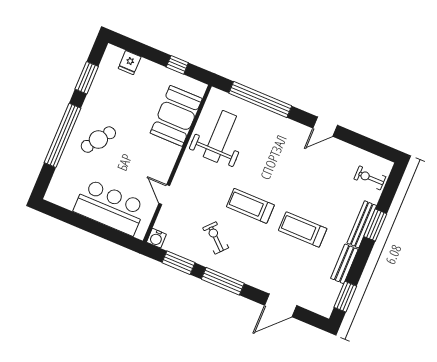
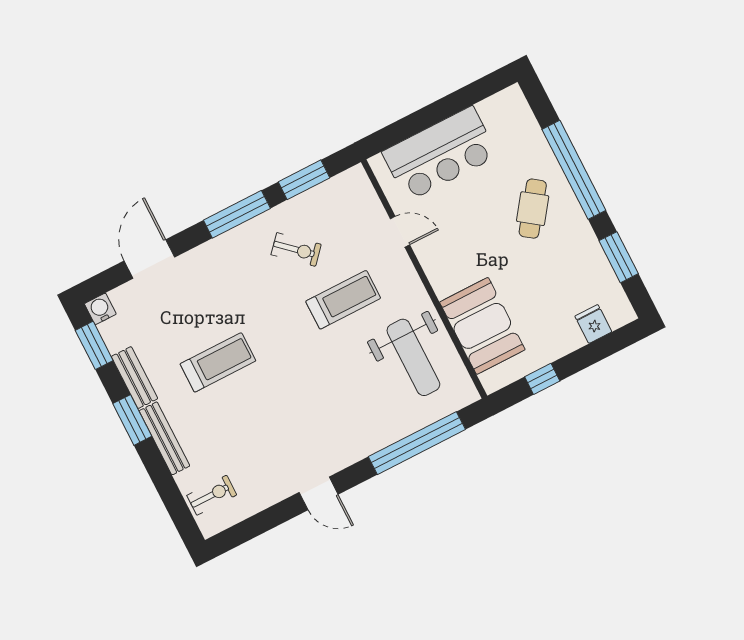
door: (325, 127) -> (319, 493), swing flipped
treadmill: (250, 206) -> (343, 300), moved
window: (375, 225) -> (132, 420), moved
water cooler: (156, 238) -> (100, 309), moved

